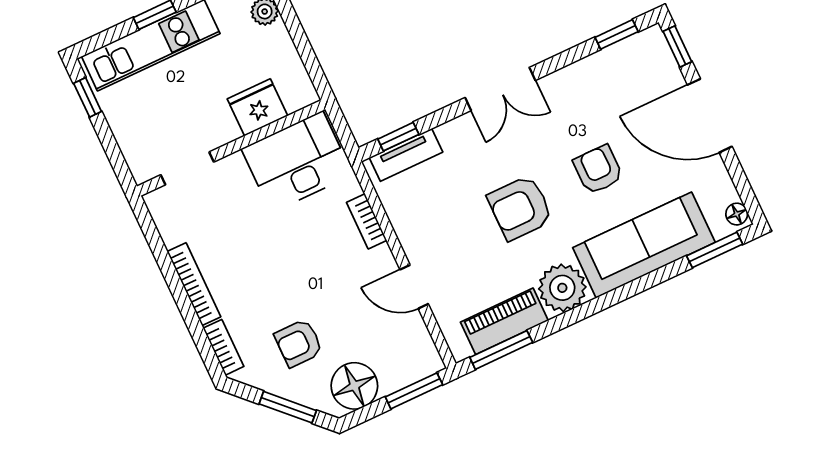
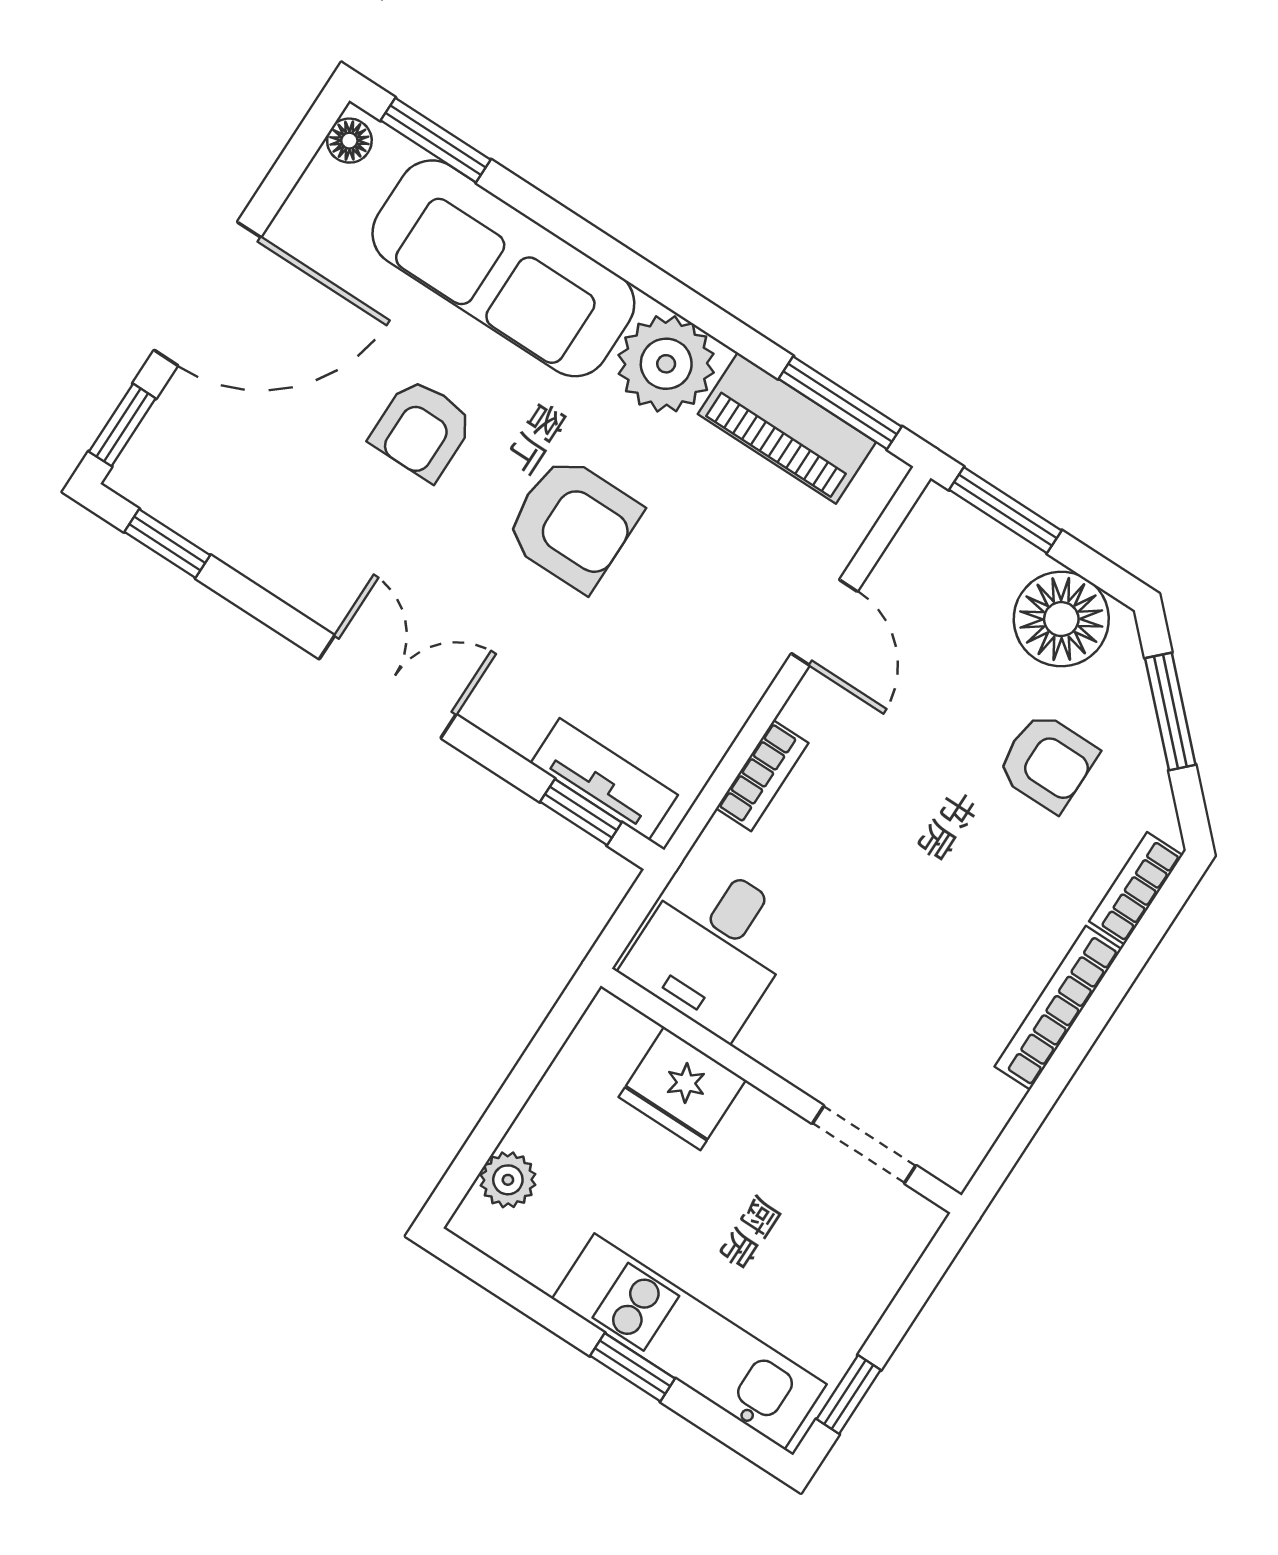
door: (710, 116) -> (208, 294), hinge flipped
desk: (297, 162) -> (713, 947), width x0.73

